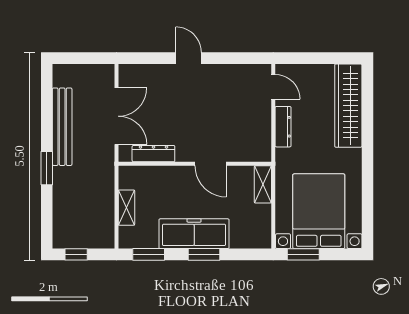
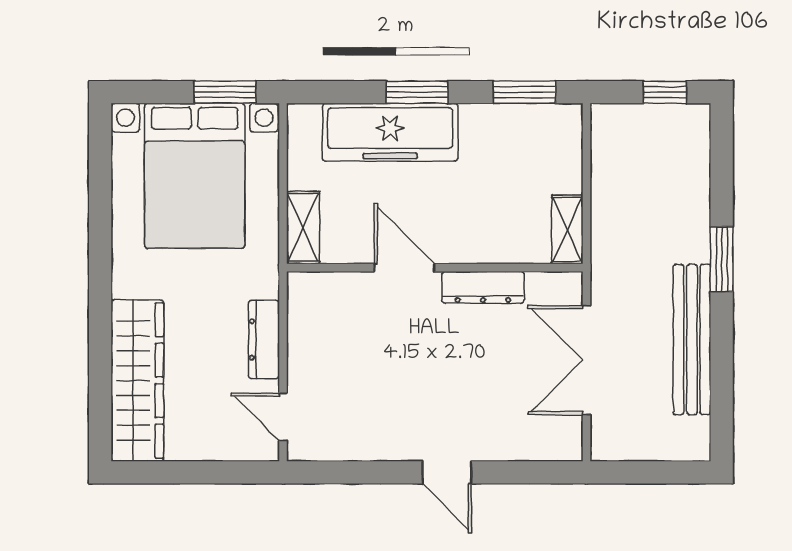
dresser: (153, 154) -> (483, 287), moved
shelving: (127, 208) -> (567, 229), moved
freezer: (194, 234) -> (390, 132), moved

